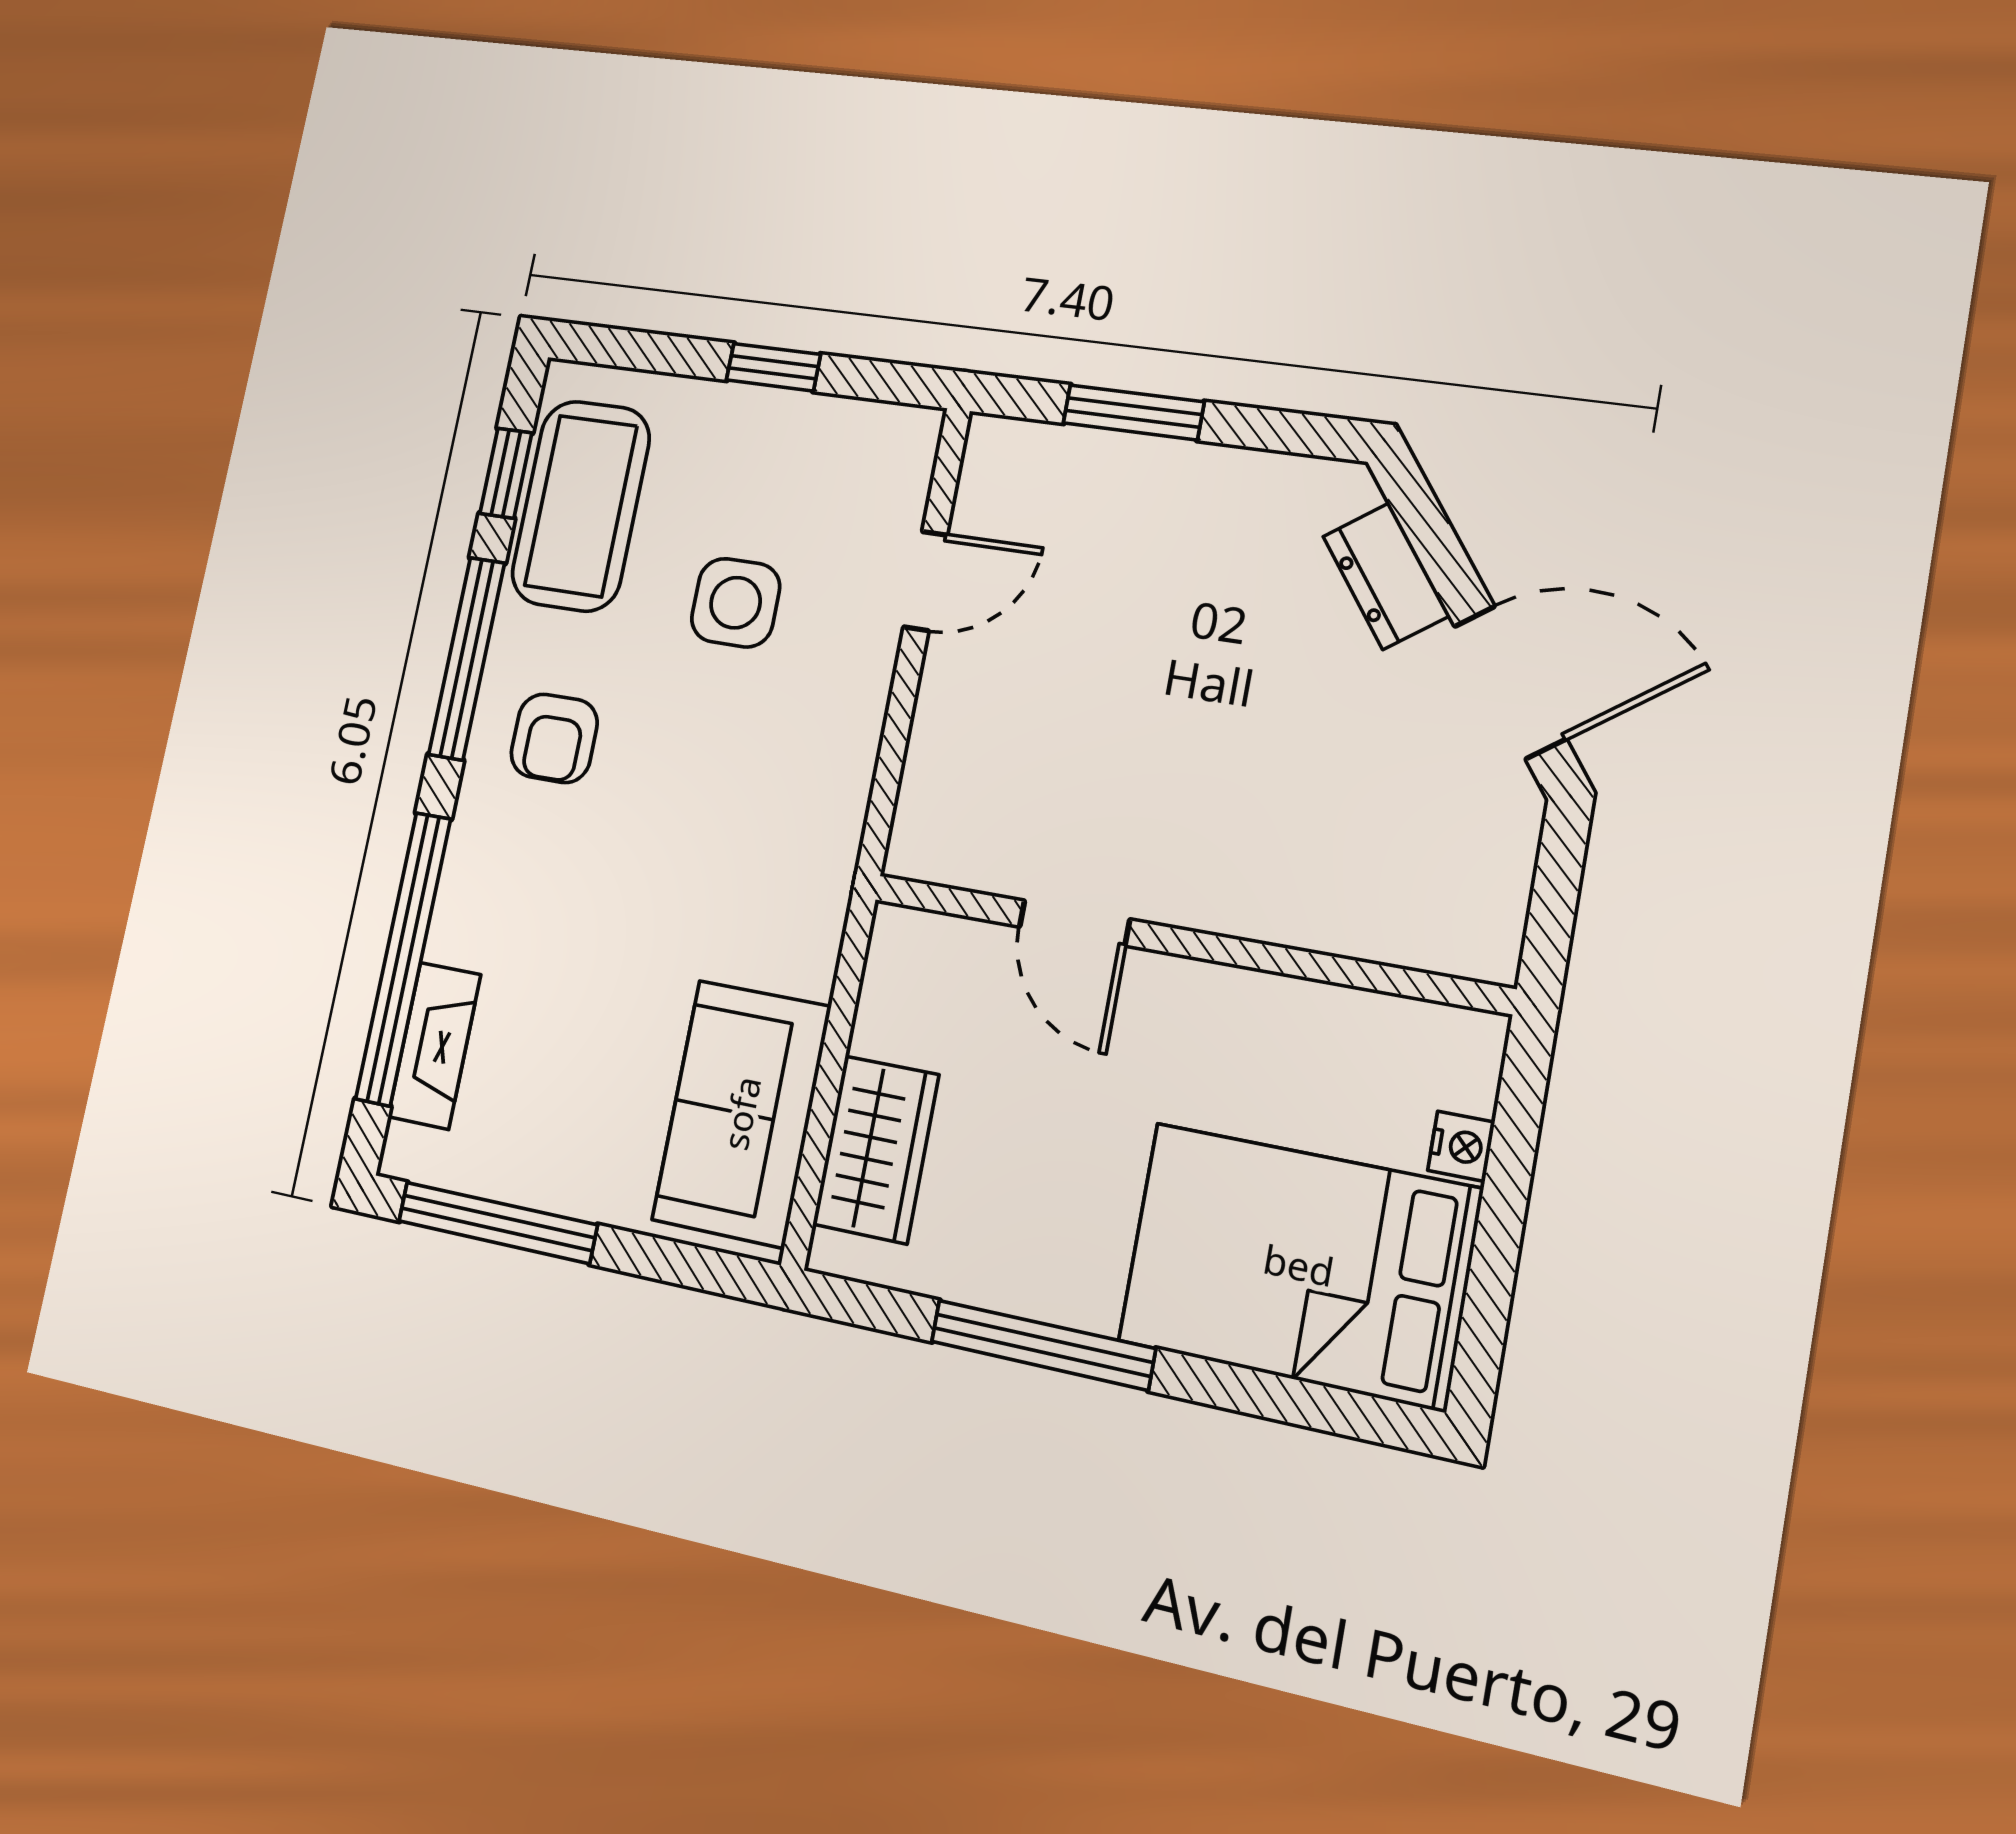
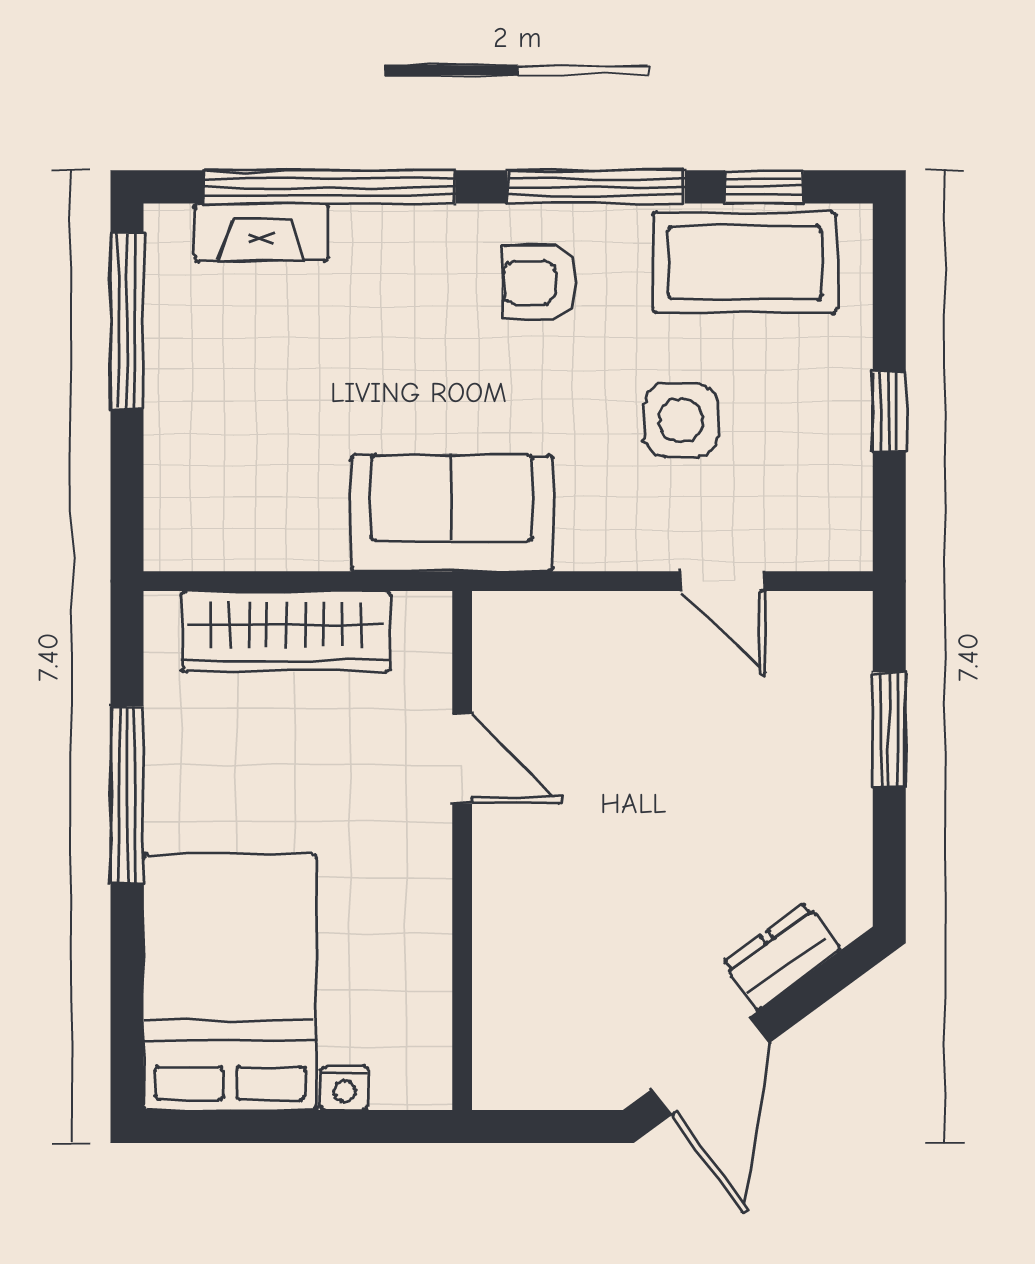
door: (1074, 923) -> (462, 759), swing flipped
sofa: (741, 1113) -> (452, 513), moved
wardrobe: (876, 1149) -> (286, 631), width x1.50

